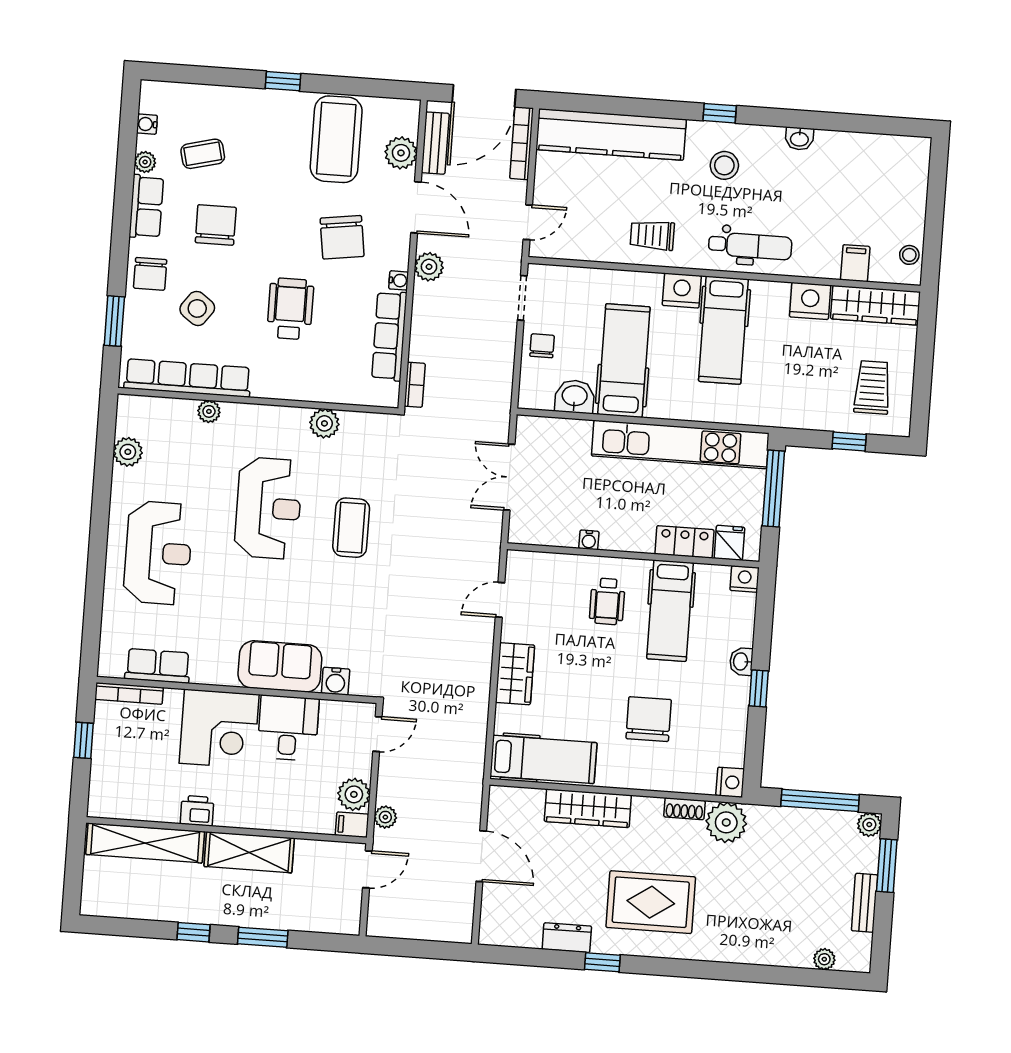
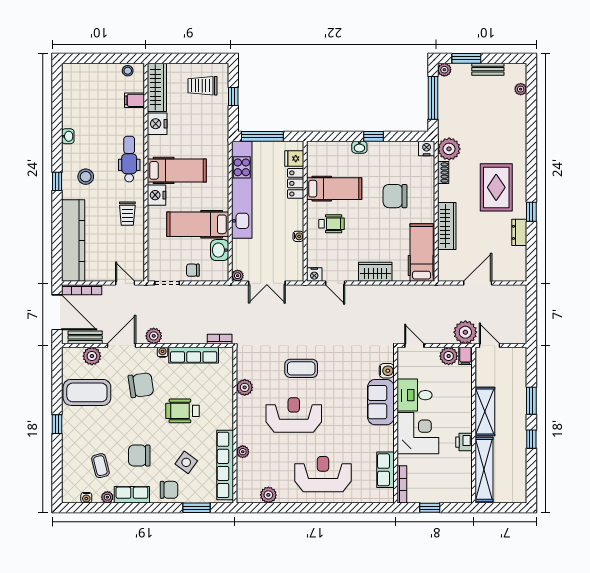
plant: (526, 425) -> (238, 276), added
nightstand: (745, 579) -> (314, 275), moved, turned -90
plant: (385, 817) -> (465, 332), width x1.88, depth x1.88

